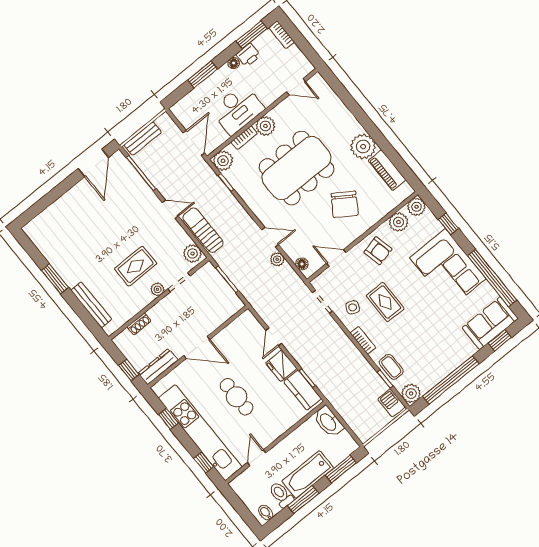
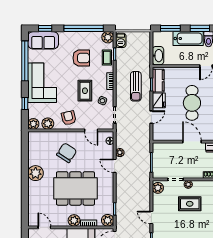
piano: (387, 170) -> (33, 153), removed
sun lounger: (203, 230) -> (136, 86), moved
armchair: (423, 340) -> (81, 58), added
cafe table: (237, 397) -> (192, 103), width x1.37, depth x1.35

